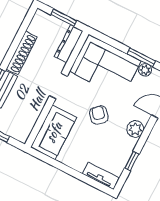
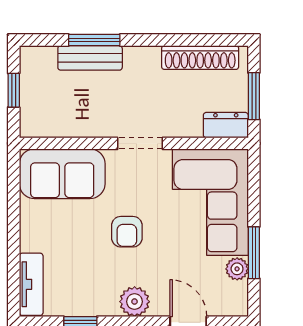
dresser: (69, 44) -> (226, 125), width x0.70
shoe rack: (22, 53) -> (200, 58), moved
armchair: (99, 115) -> (127, 232), turned 131

